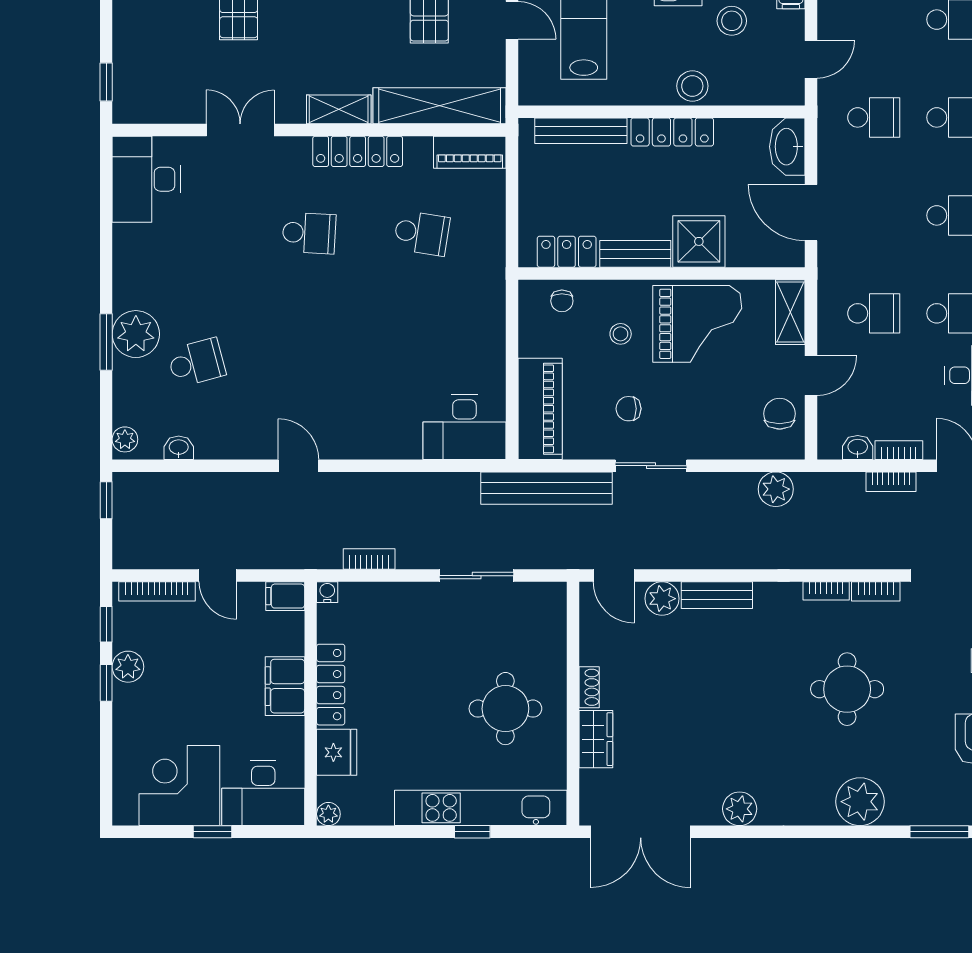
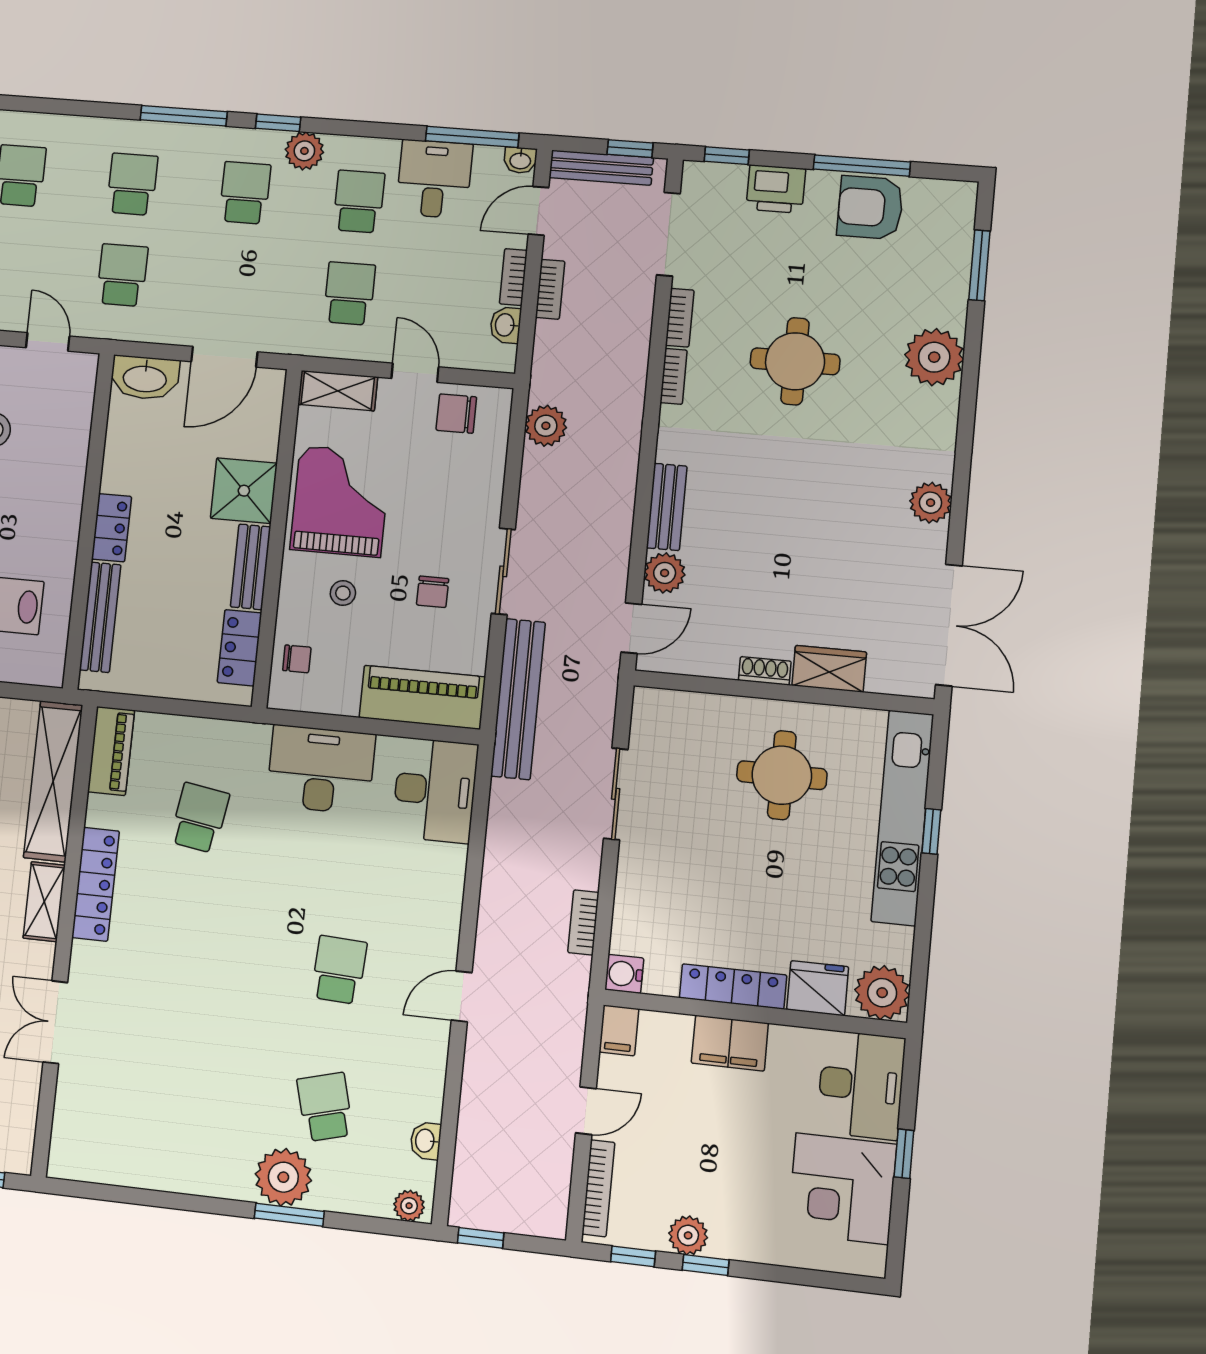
stool: (692, 86) -> (63, 482), removed
locker: (672, 132) -> (111, 528), width x0.66
desk: (146, 179) -> (321, 770), moved, turned 180
school desk: (309, 233) -> (339, 970), moved
water cooler: (327, 592) -> (624, 974), width x1.38, depth x1.38
plant: (328, 814) -> (882, 993), width x1.87, depth x1.87

